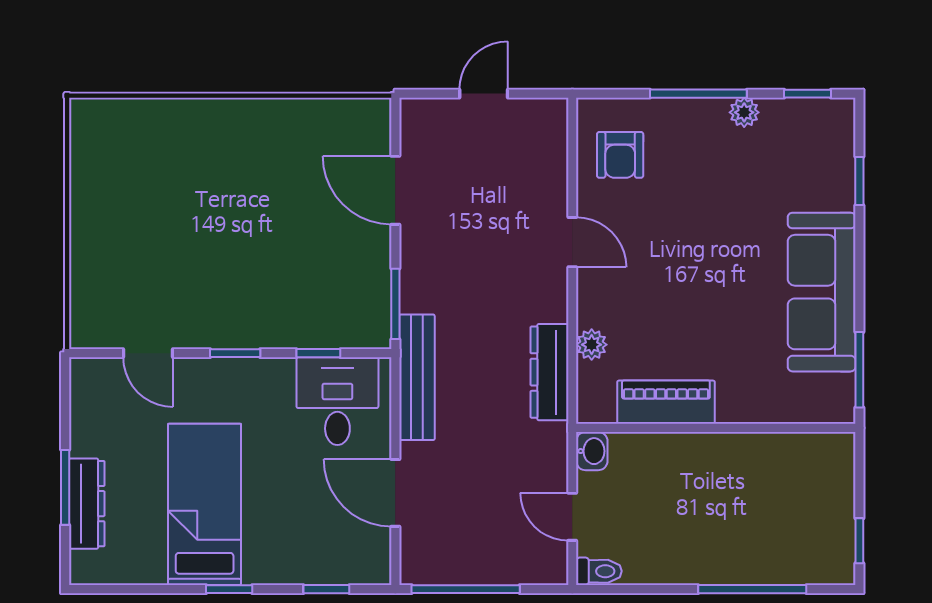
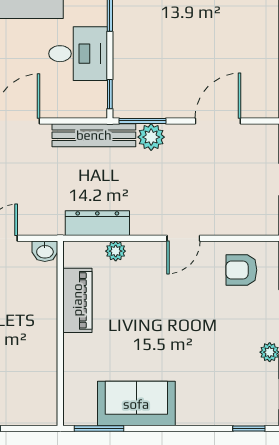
window: (859, 181) -> (249, 429), moved
plant: (420, 291) -> (151, 137), added
sofa: (822, 292) -> (136, 404), width x0.73
window: (318, 353) -> (110, 94), moved
desk: (337, 401) -> (78, 54), moved

